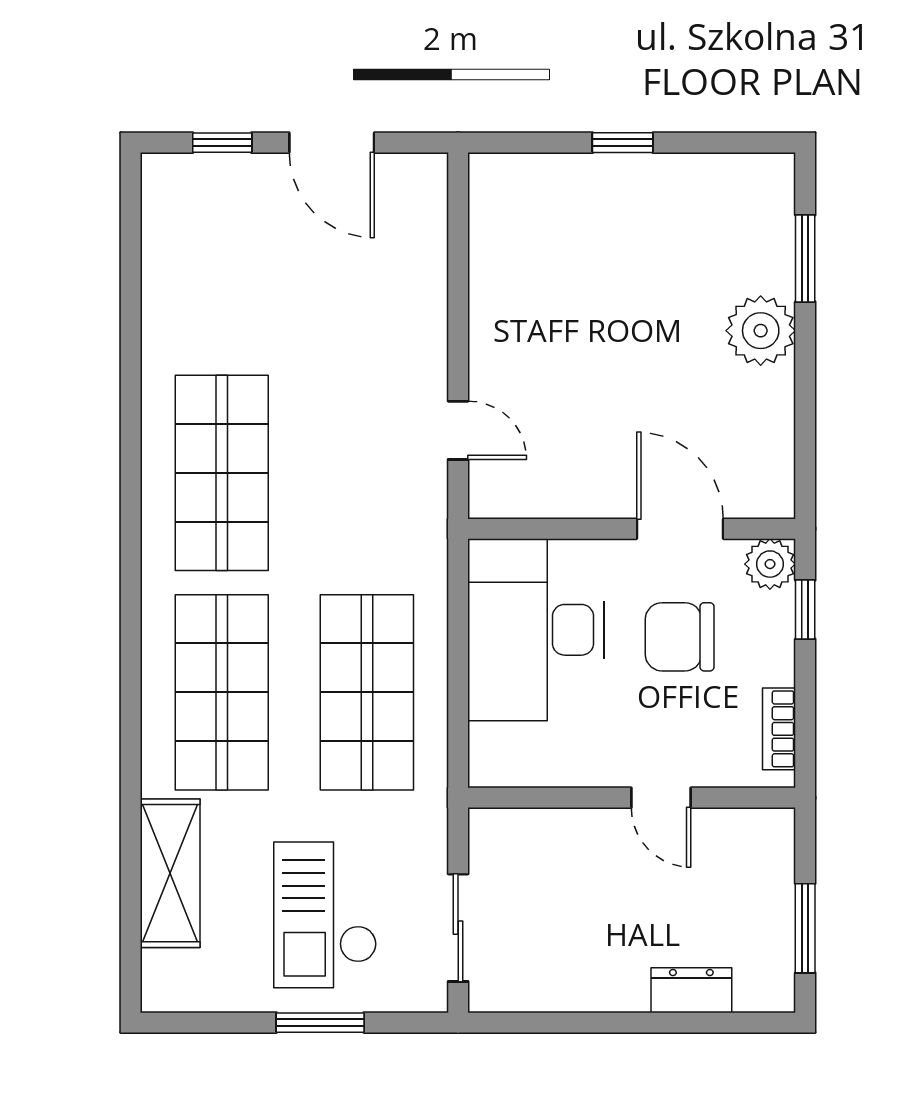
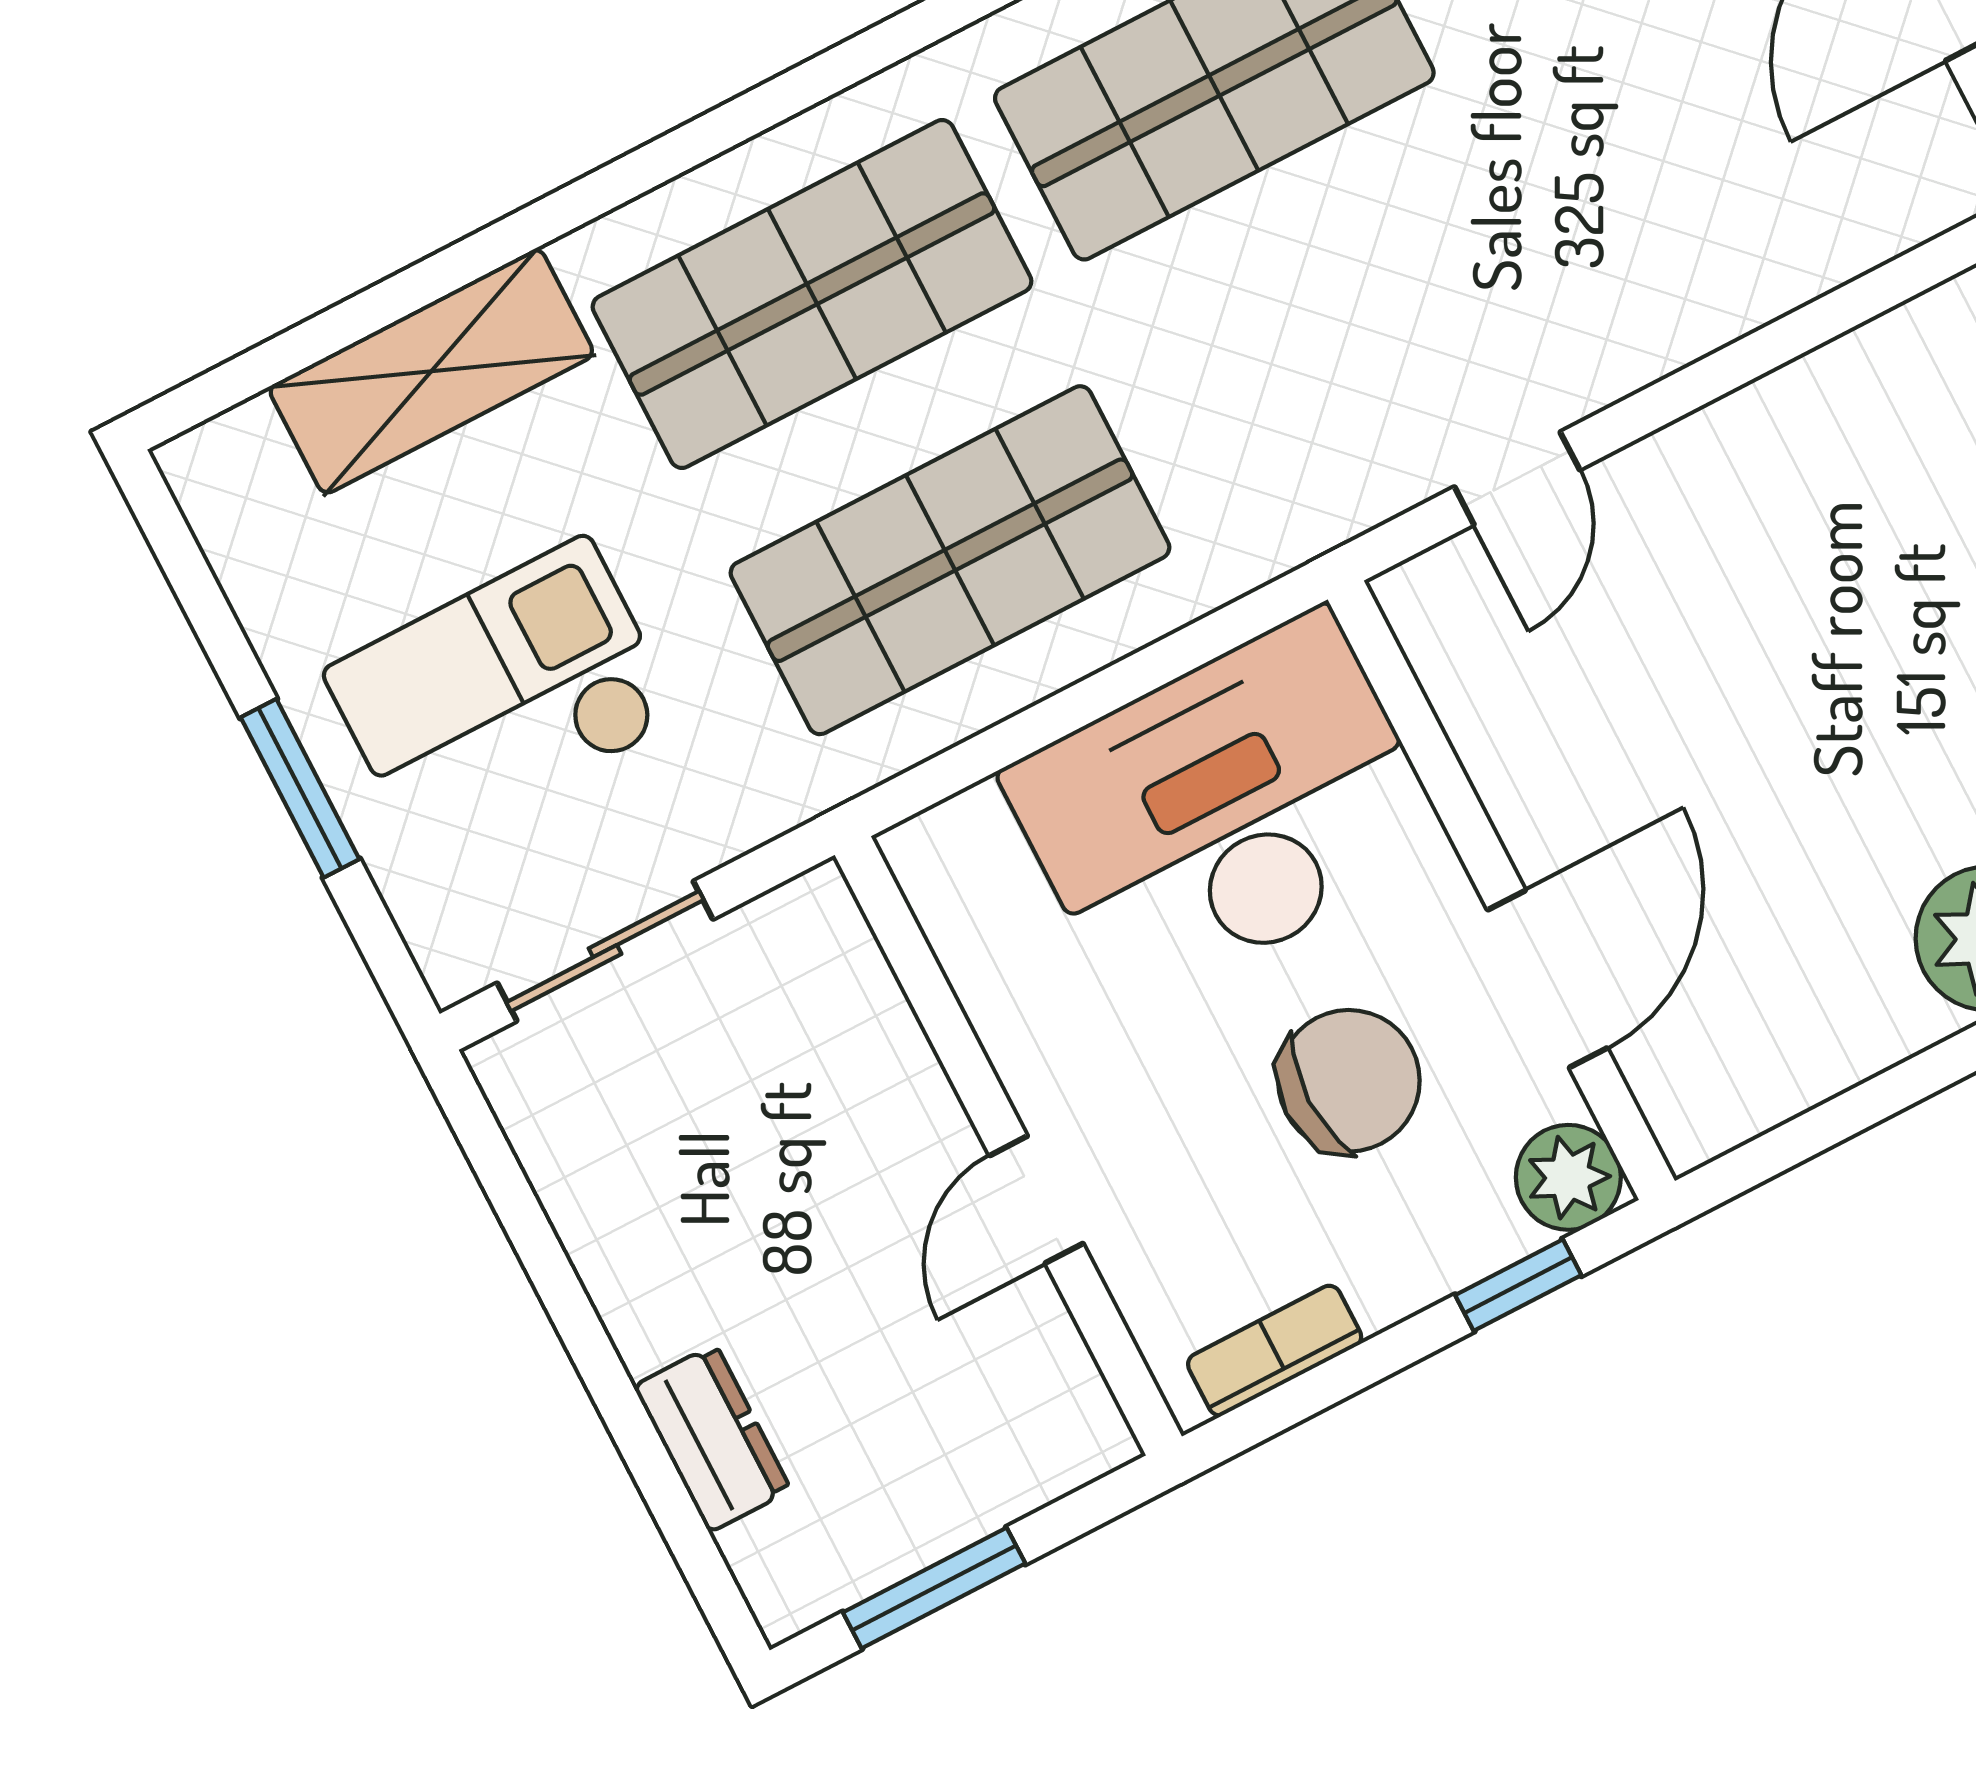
chair: (680, 637) -> (1349, 1081), turned 90

